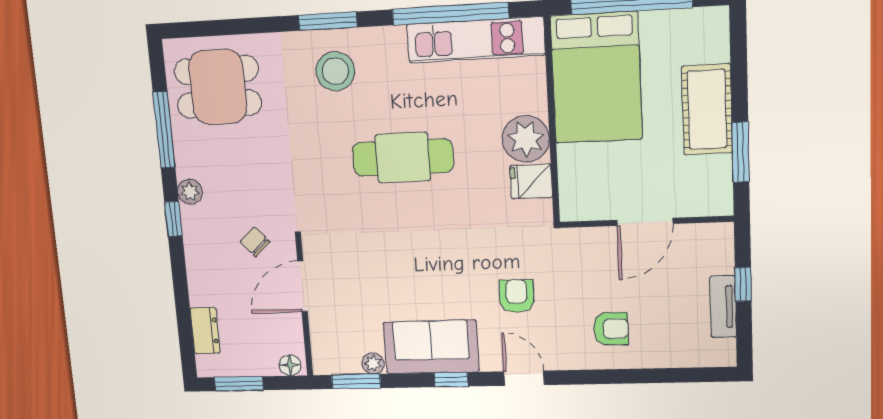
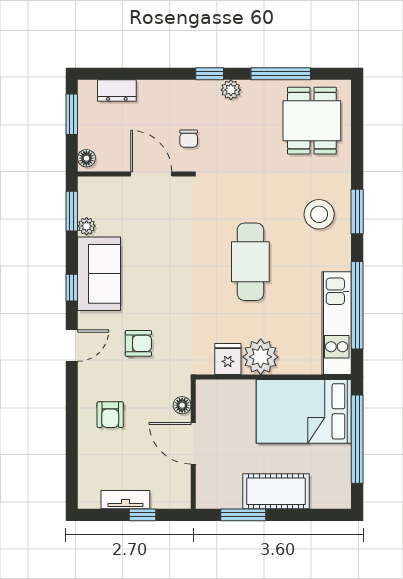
floor lamp: (595, 238) -> (182, 405), added
chair: (255, 242) -> (189, 139), turned 133

